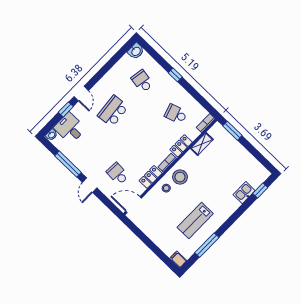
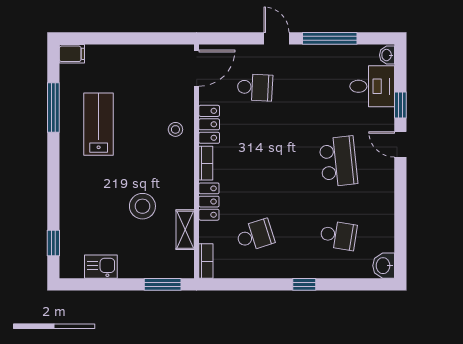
stool: (180, 177) -> (142, 206), moved
kitchen sink: (244, 193) -> (101, 267), moved, turned -90

